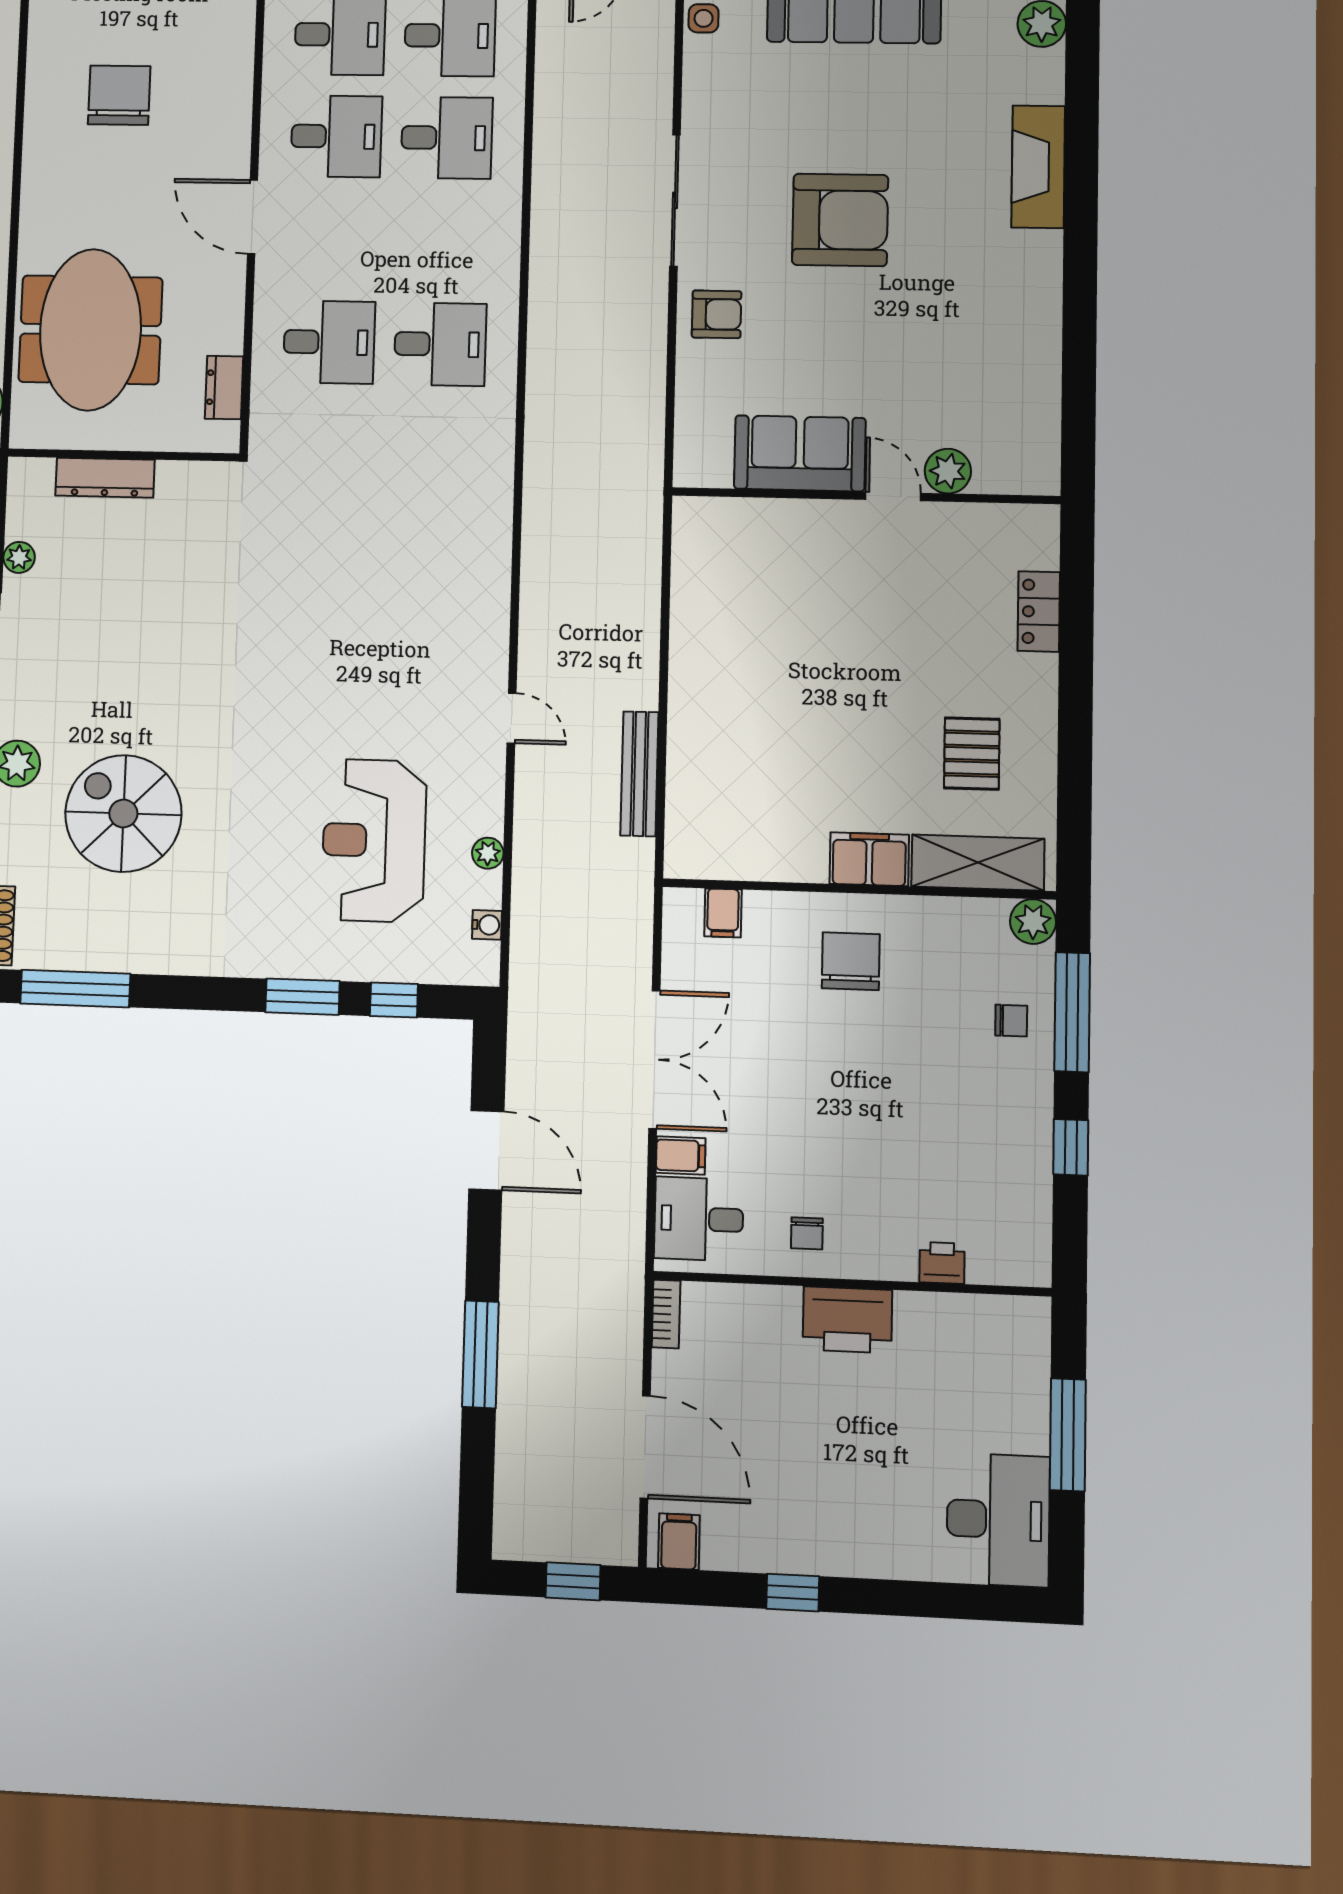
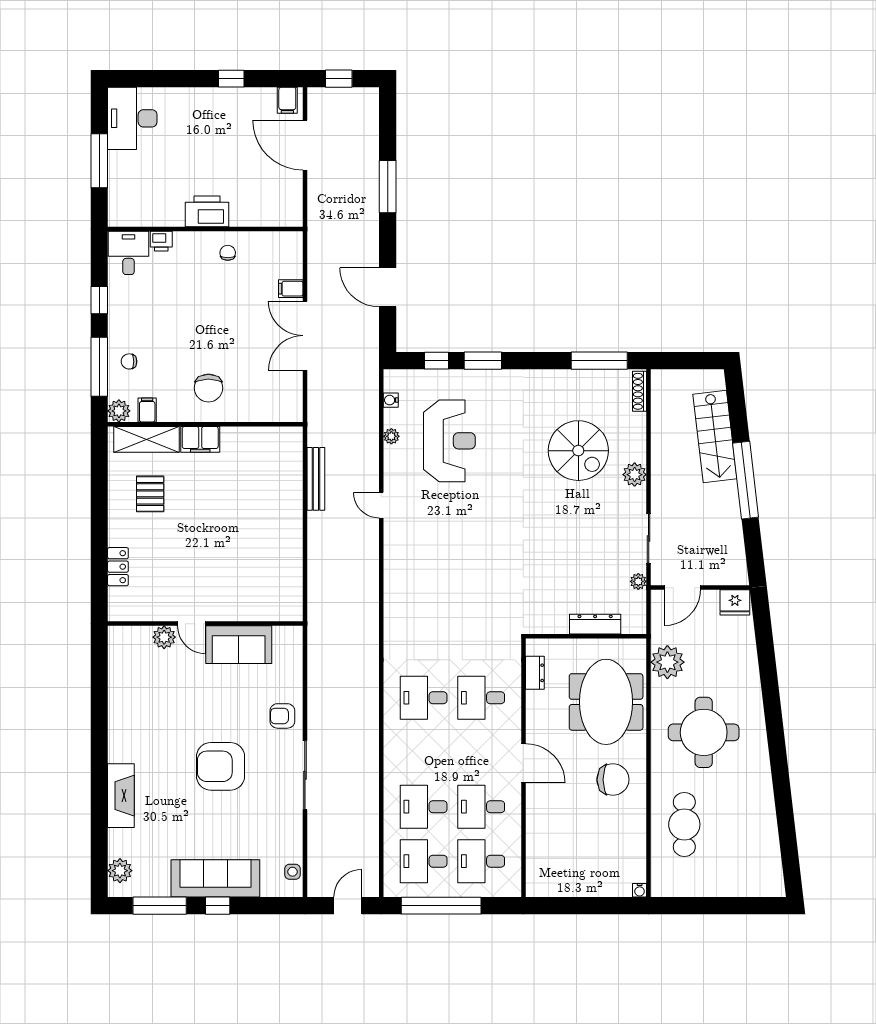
chair: (119, 95) -> (613, 780), moved, turned -90
filing cabinet: (723, 913) -> (147, 410), moved
desk: (699, 1219) -> (129, 253), moved, turned -90
bookcase: (666, 1314) -> (296, 210), removed

